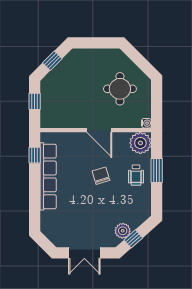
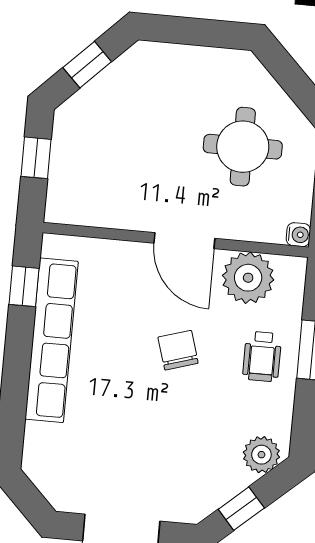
plant: (140, 143) -> (248, 278), moved
plant: (123, 231) -> (261, 455), moved

